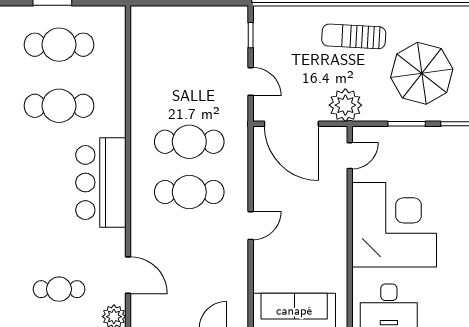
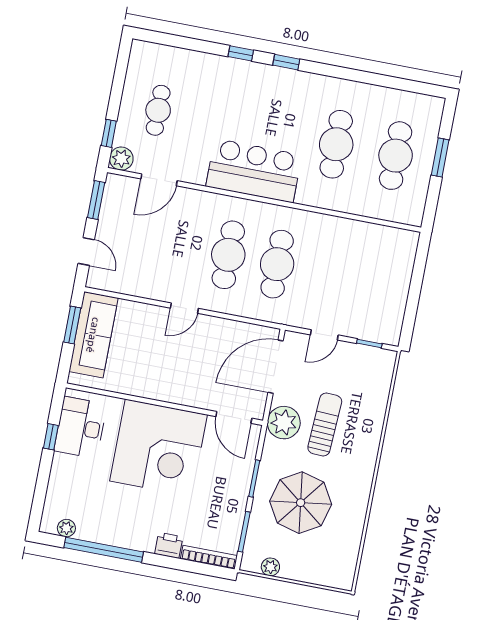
sun lounger: (354, 36) -> (325, 425), moved
door: (350, 156) -> (234, 417), width x1.38
door: (251, 226) -> (184, 308), hinge flipped

